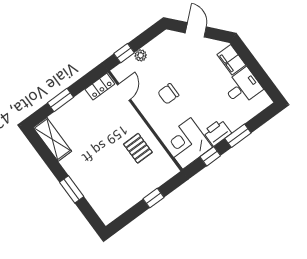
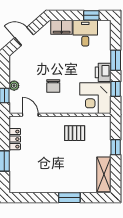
window: (264, 80) -> (91, 15), added
locker: (100, 87) -> (15, 139), moved
shelving: (52, 139) -> (104, 174), moved, turned 90

